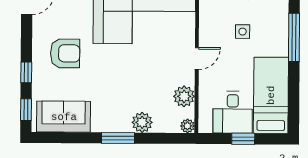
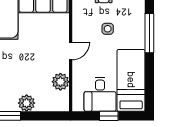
plant: (187, 126) -> (63, 106), removed

